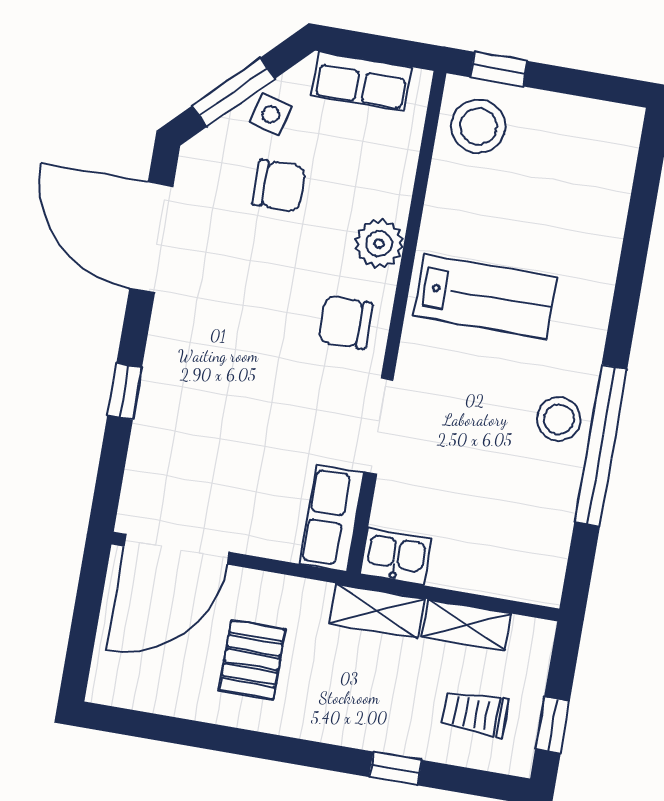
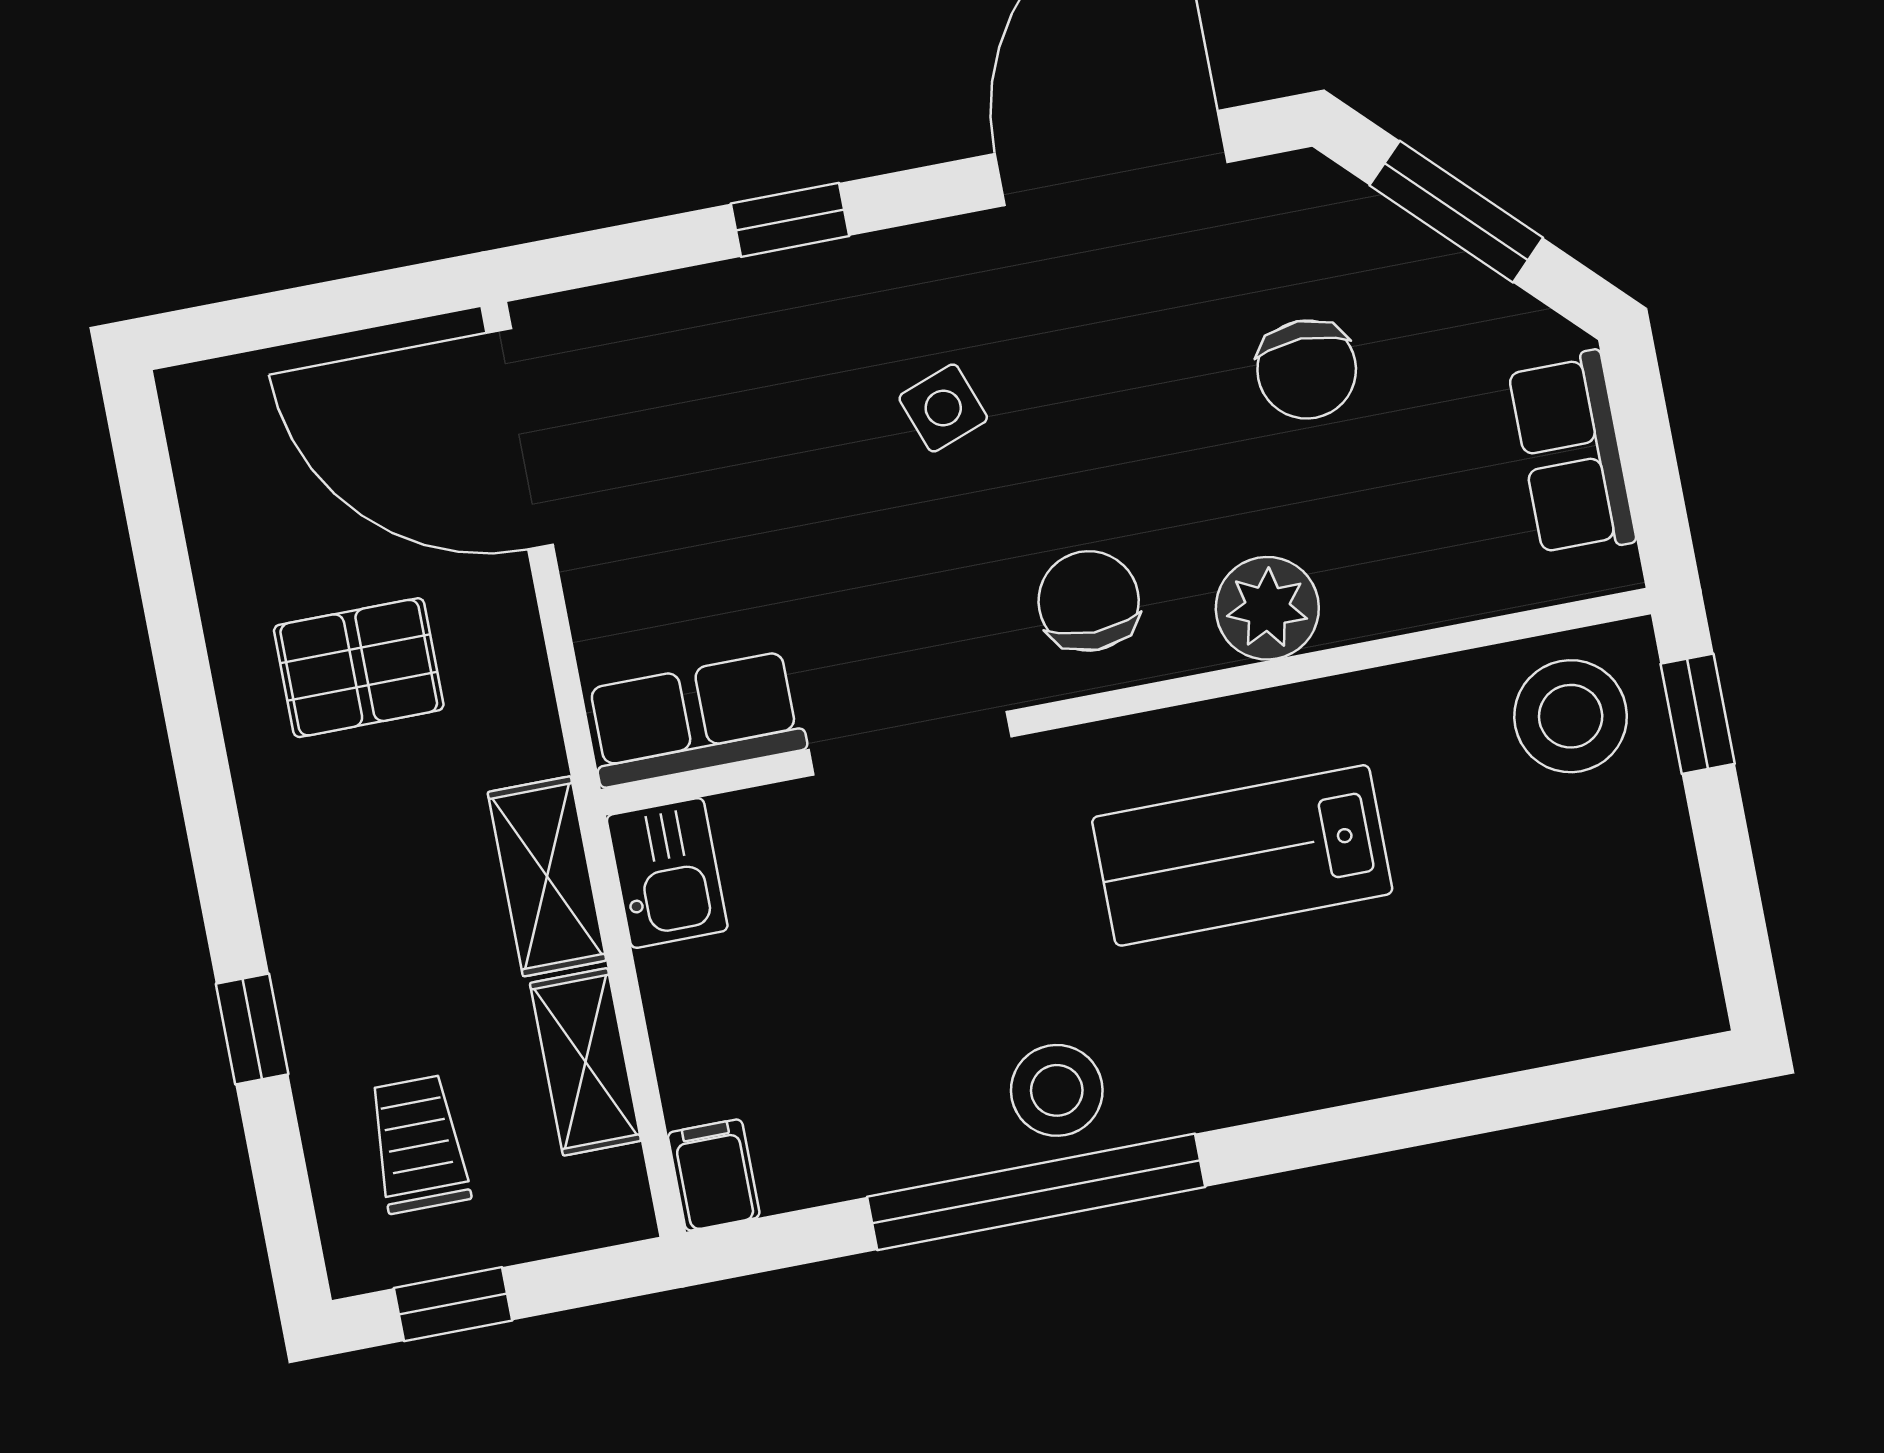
side table: (271, 114) -> (943, 408), moved, turned -35
lab bench: (485, 297) -> (1242, 855), turned 90
filing cabinet: (539, 587) -> (714, 1175), added

